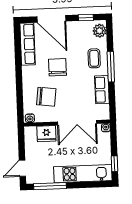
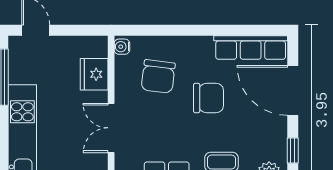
door: (51, 19) -> (293, 90), hinge flipped
double door: (77, 123) -> (111, 128), width x0.73

